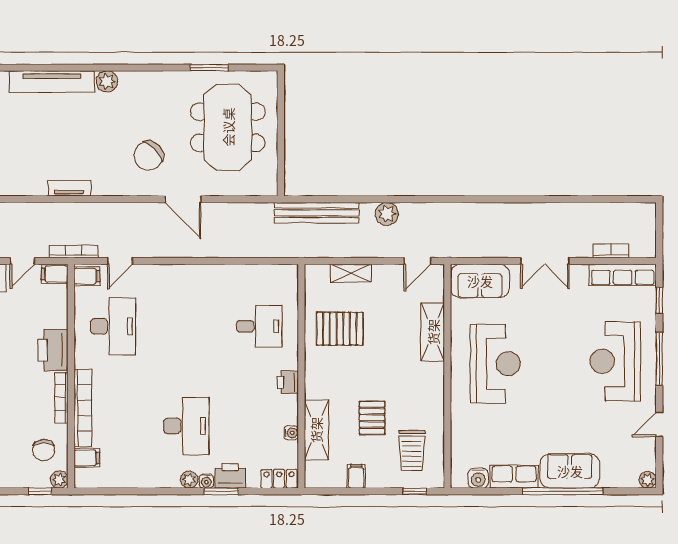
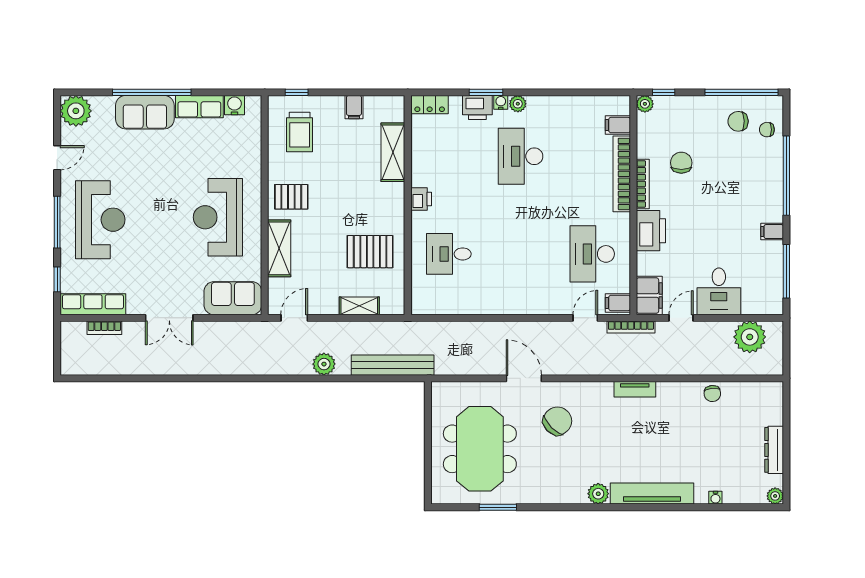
double door: (545, 261) -> (169, 318), swing flipped
filing cabinet: (55, 274) -> (649, 296), width x2.00
pallet: (372, 418) -> (291, 197), moved, turned 90
water cooler: (291, 433) -> (418, 150), removed
chair: (44, 450) -> (681, 163), moved
trolley: (412, 451) -> (300, 132), turned 180
plant: (648, 480) -> (76, 111), width x1.88, depth x1.88

